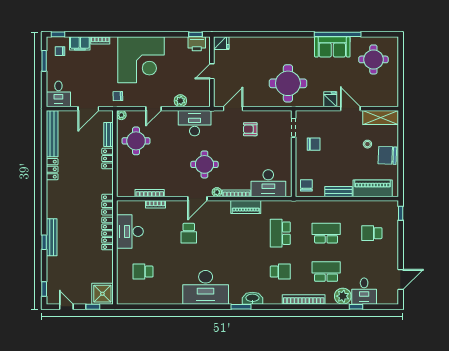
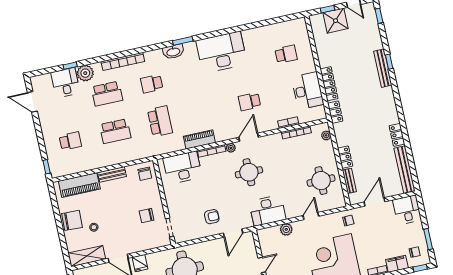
plant: (121, 115) -> (326, 135), moved
school desk: (189, 233) -> (250, 102), turned -90
door: (401, 279) -> (32, 102), hinge flipped
shower: (102, 294) -> (336, 21), moved

